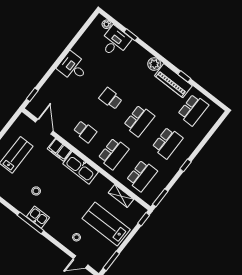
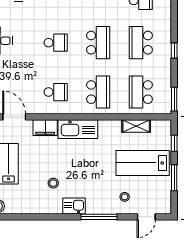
school desk: (111, 99) -> (56, 43), turned 180
school desk: (167, 143) -> (141, 43), turned 180
school desk: (142, 176) -> (141, 92), turned 180
window: (144, 219) -> (174, 143), moved
window: (31, 223) -> (99, 217), moved
window: (111, 261) -> (174, 178), moved

